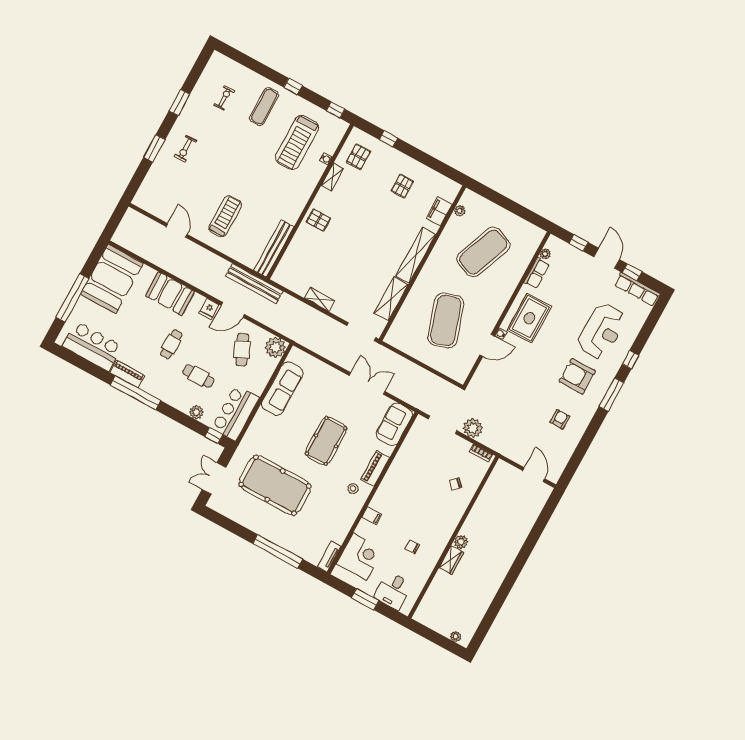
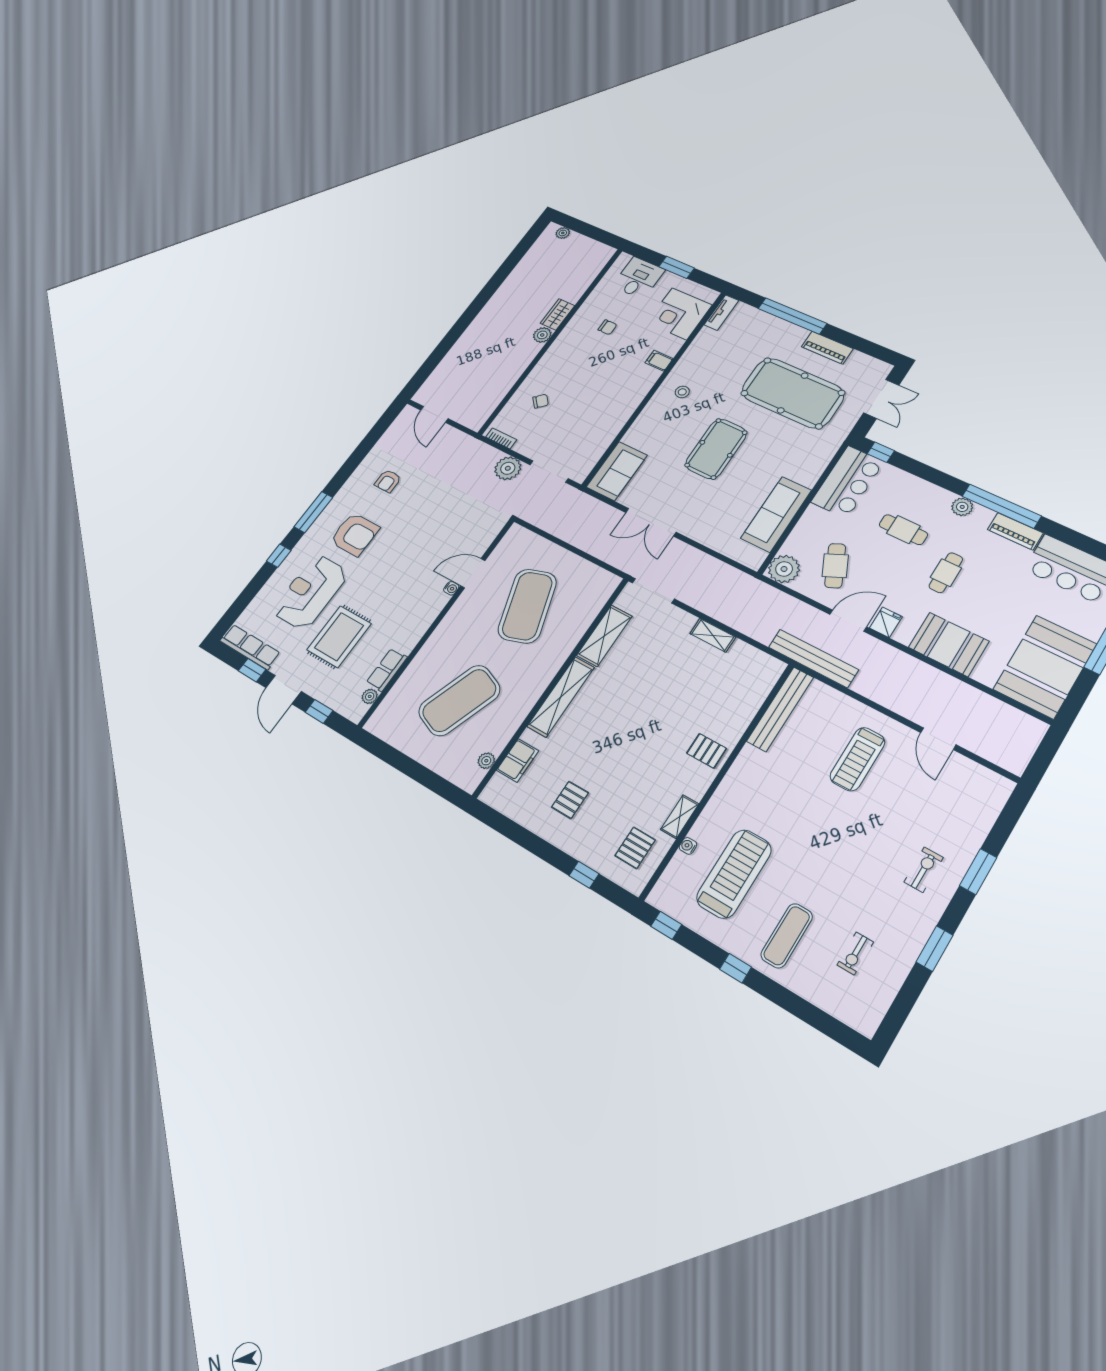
rug: (529, 318) -> (339, 637), moved
plant: (196, 412) -> (962, 507), moved
piano: (375, 469) -> (827, 348), moved, turned 90

